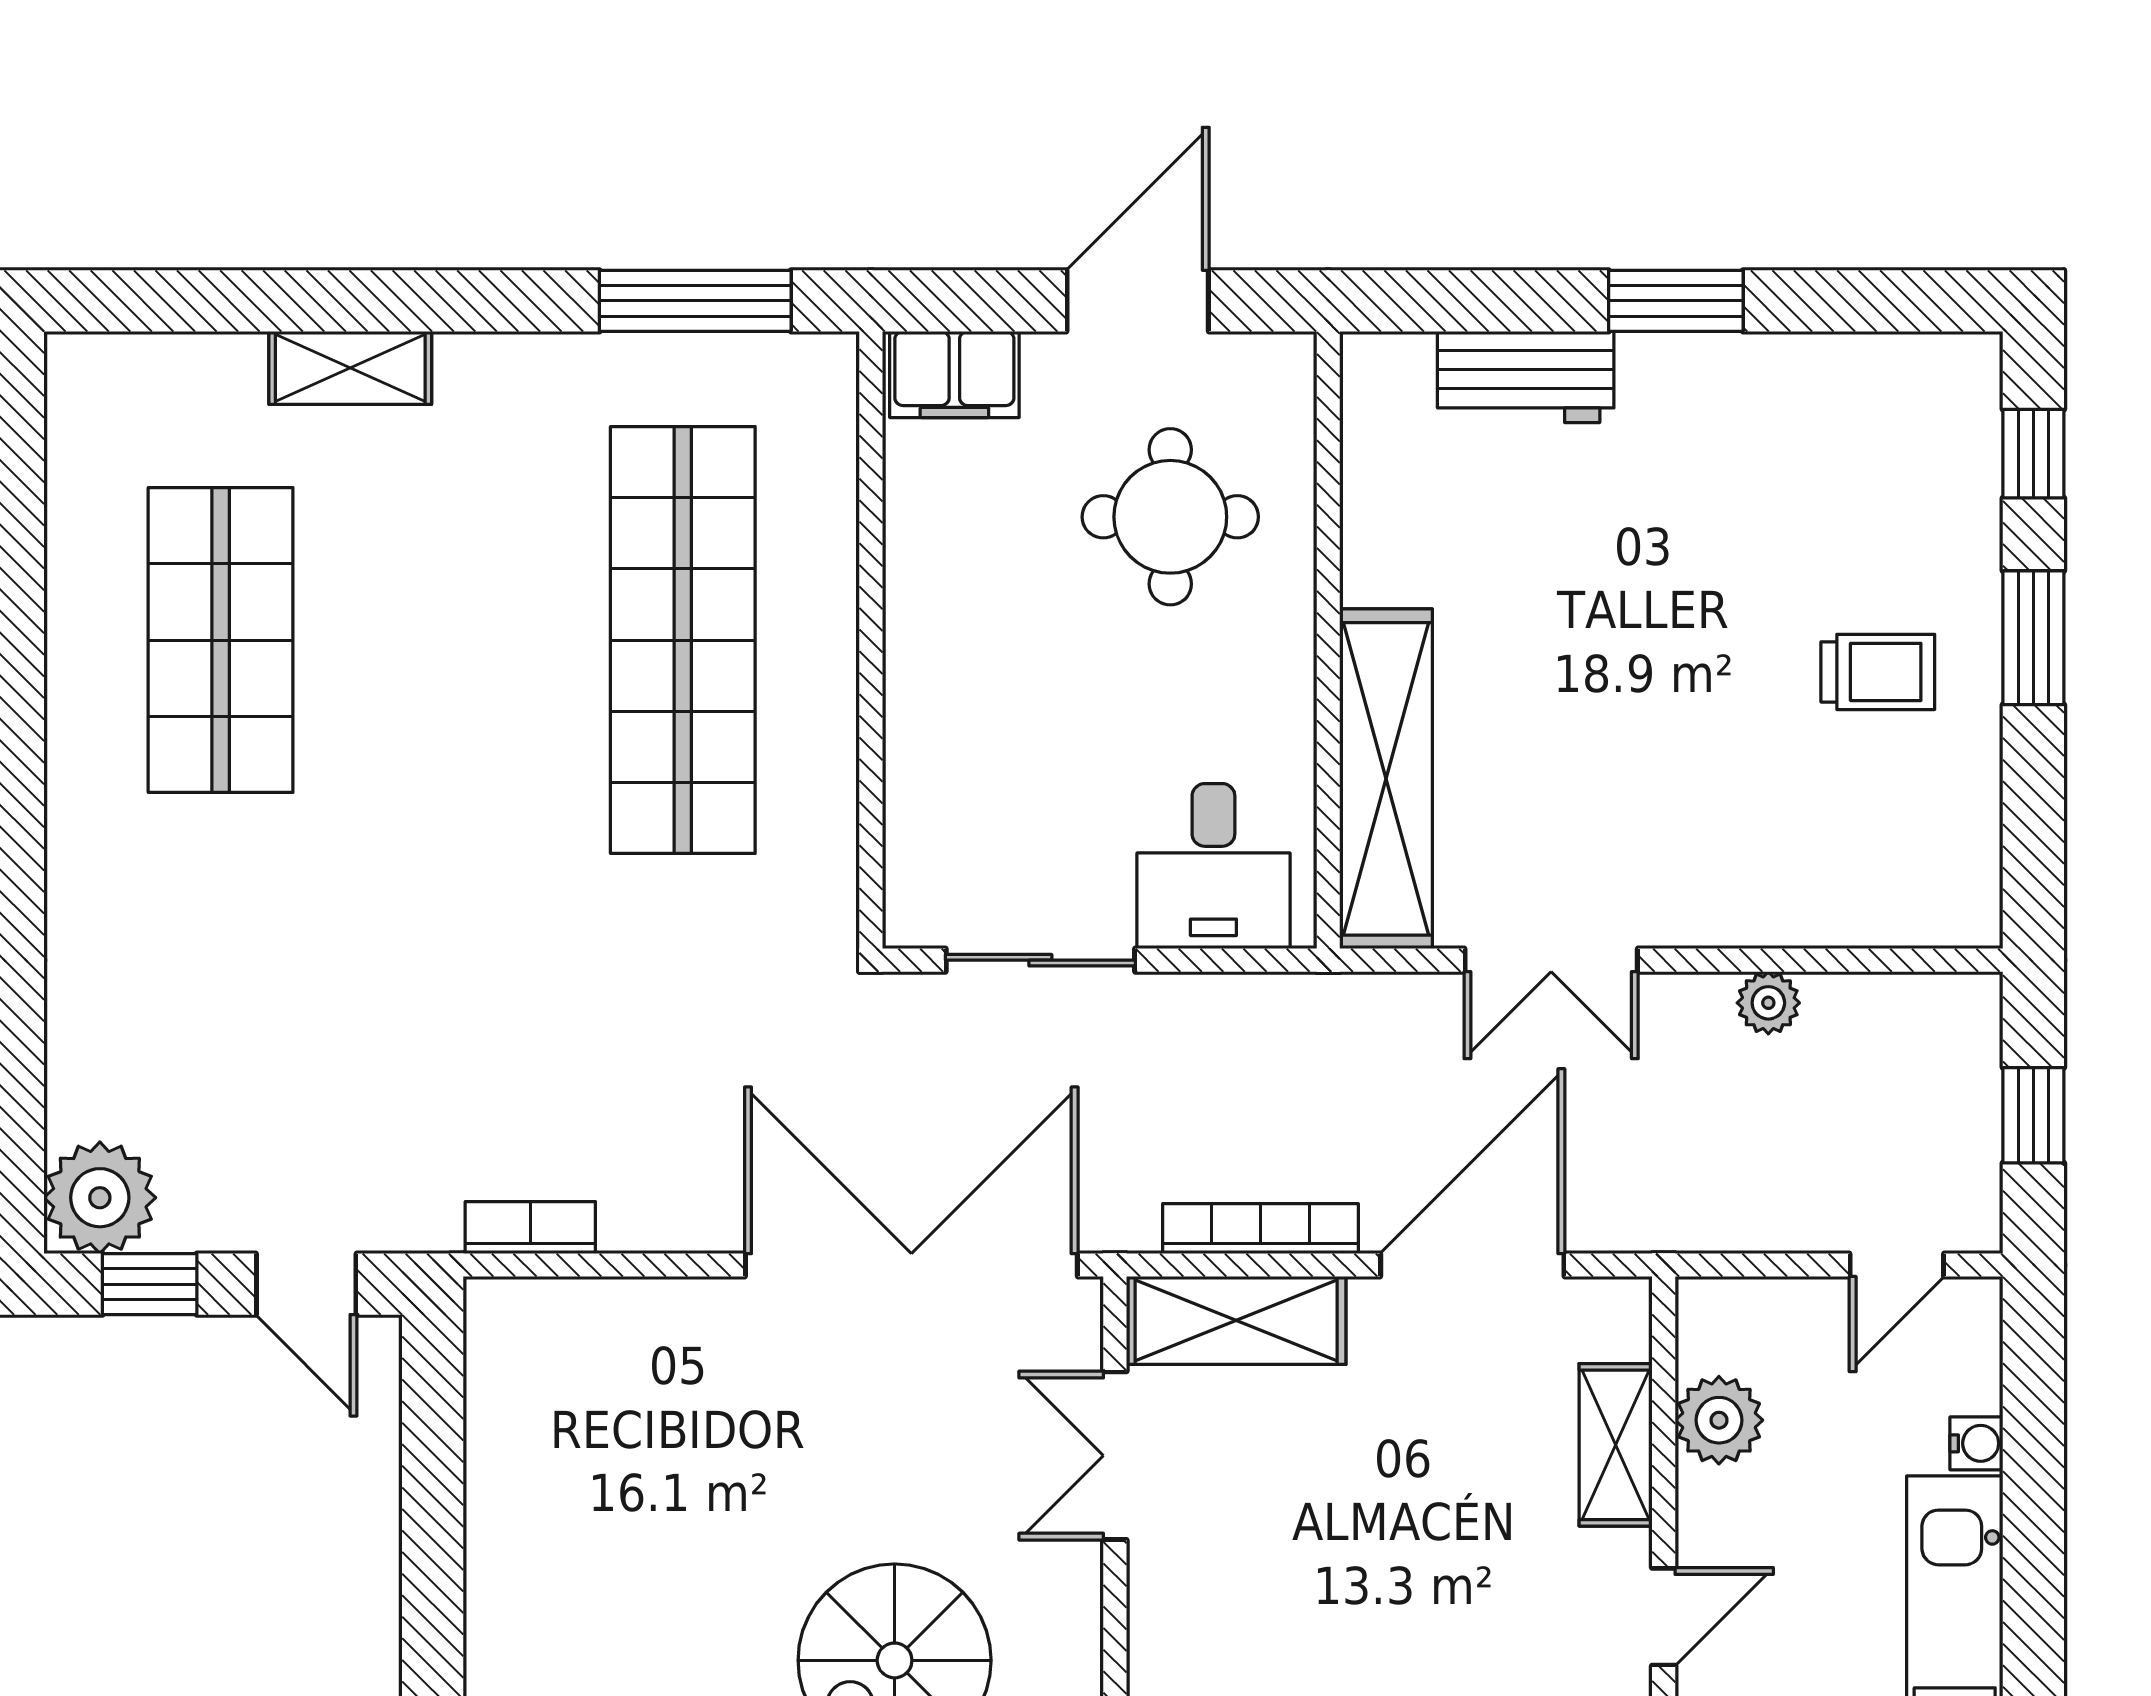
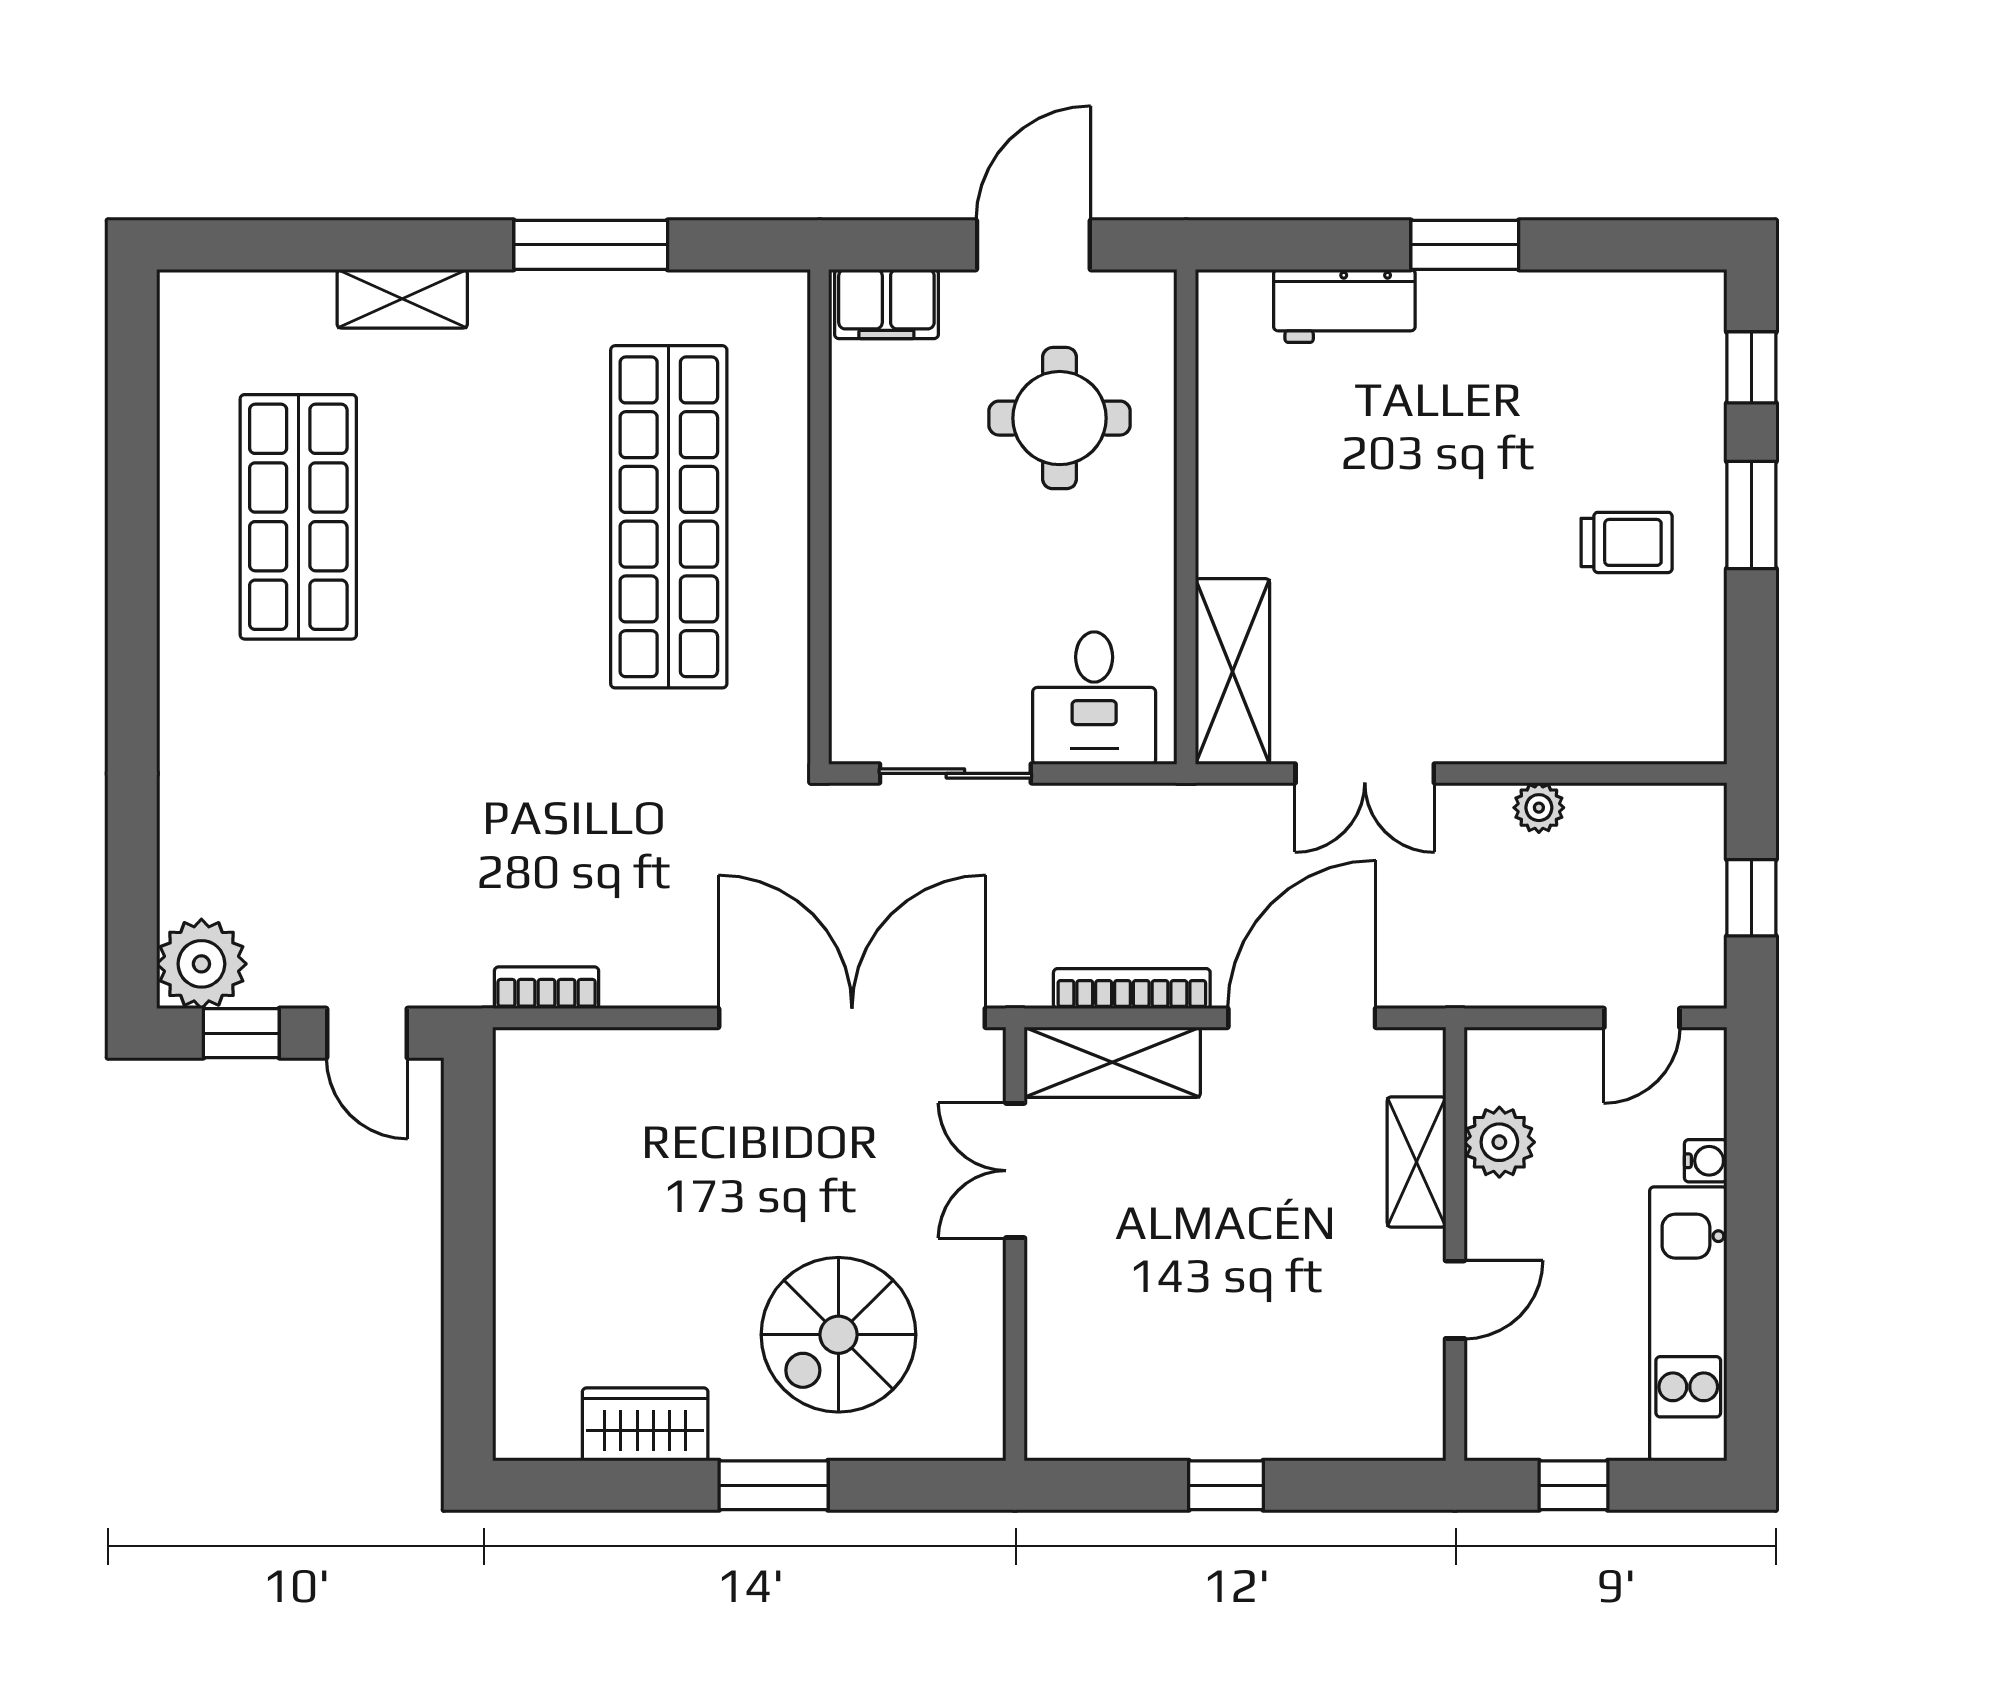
window: (695, 301) -> (591, 245), moved
shelving: (1386, 779) -> (1232, 671), width x0.68

